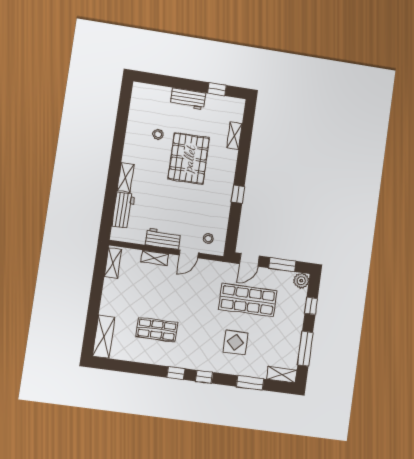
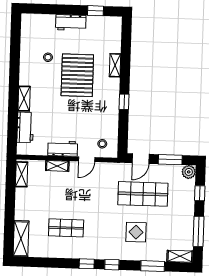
shelving: (234, 136) -> (115, 65), moved

